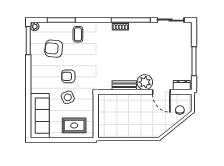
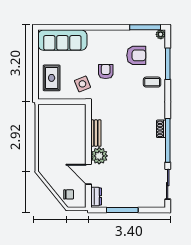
armchair: (54, 49) -> (136, 55), turned 84
door: (161, 92) -> (88, 174), hinge flipped
side table: (68, 97) -> (82, 84), moved

